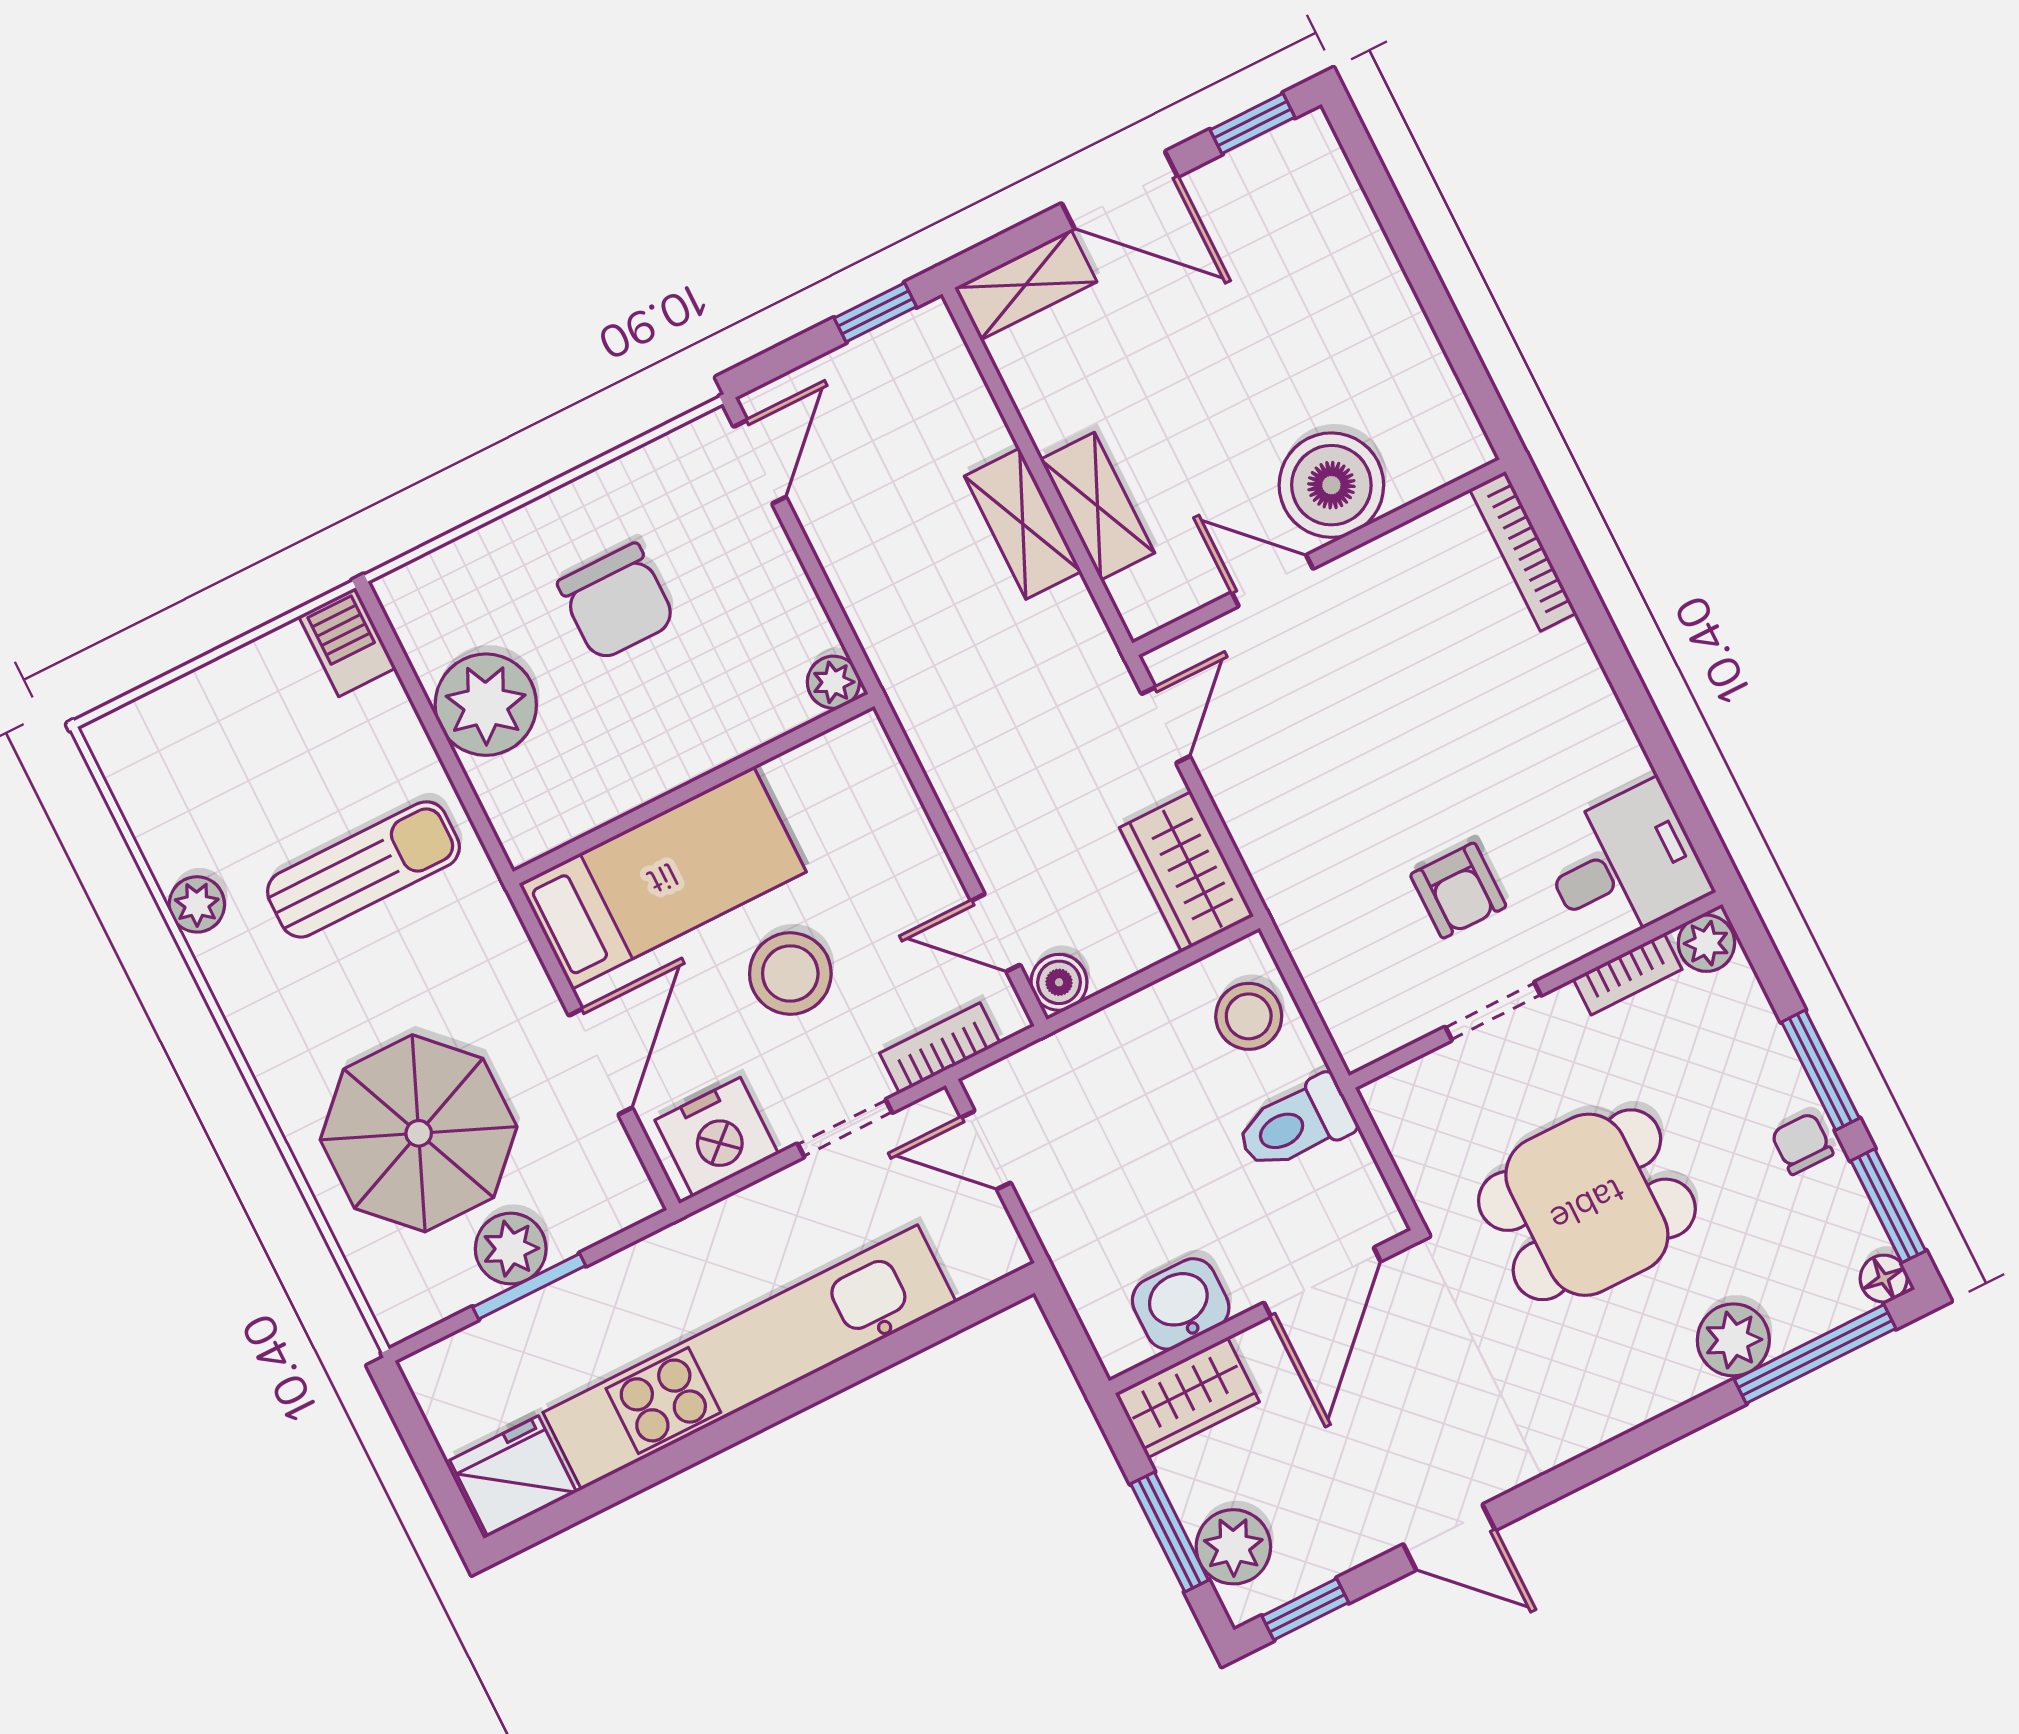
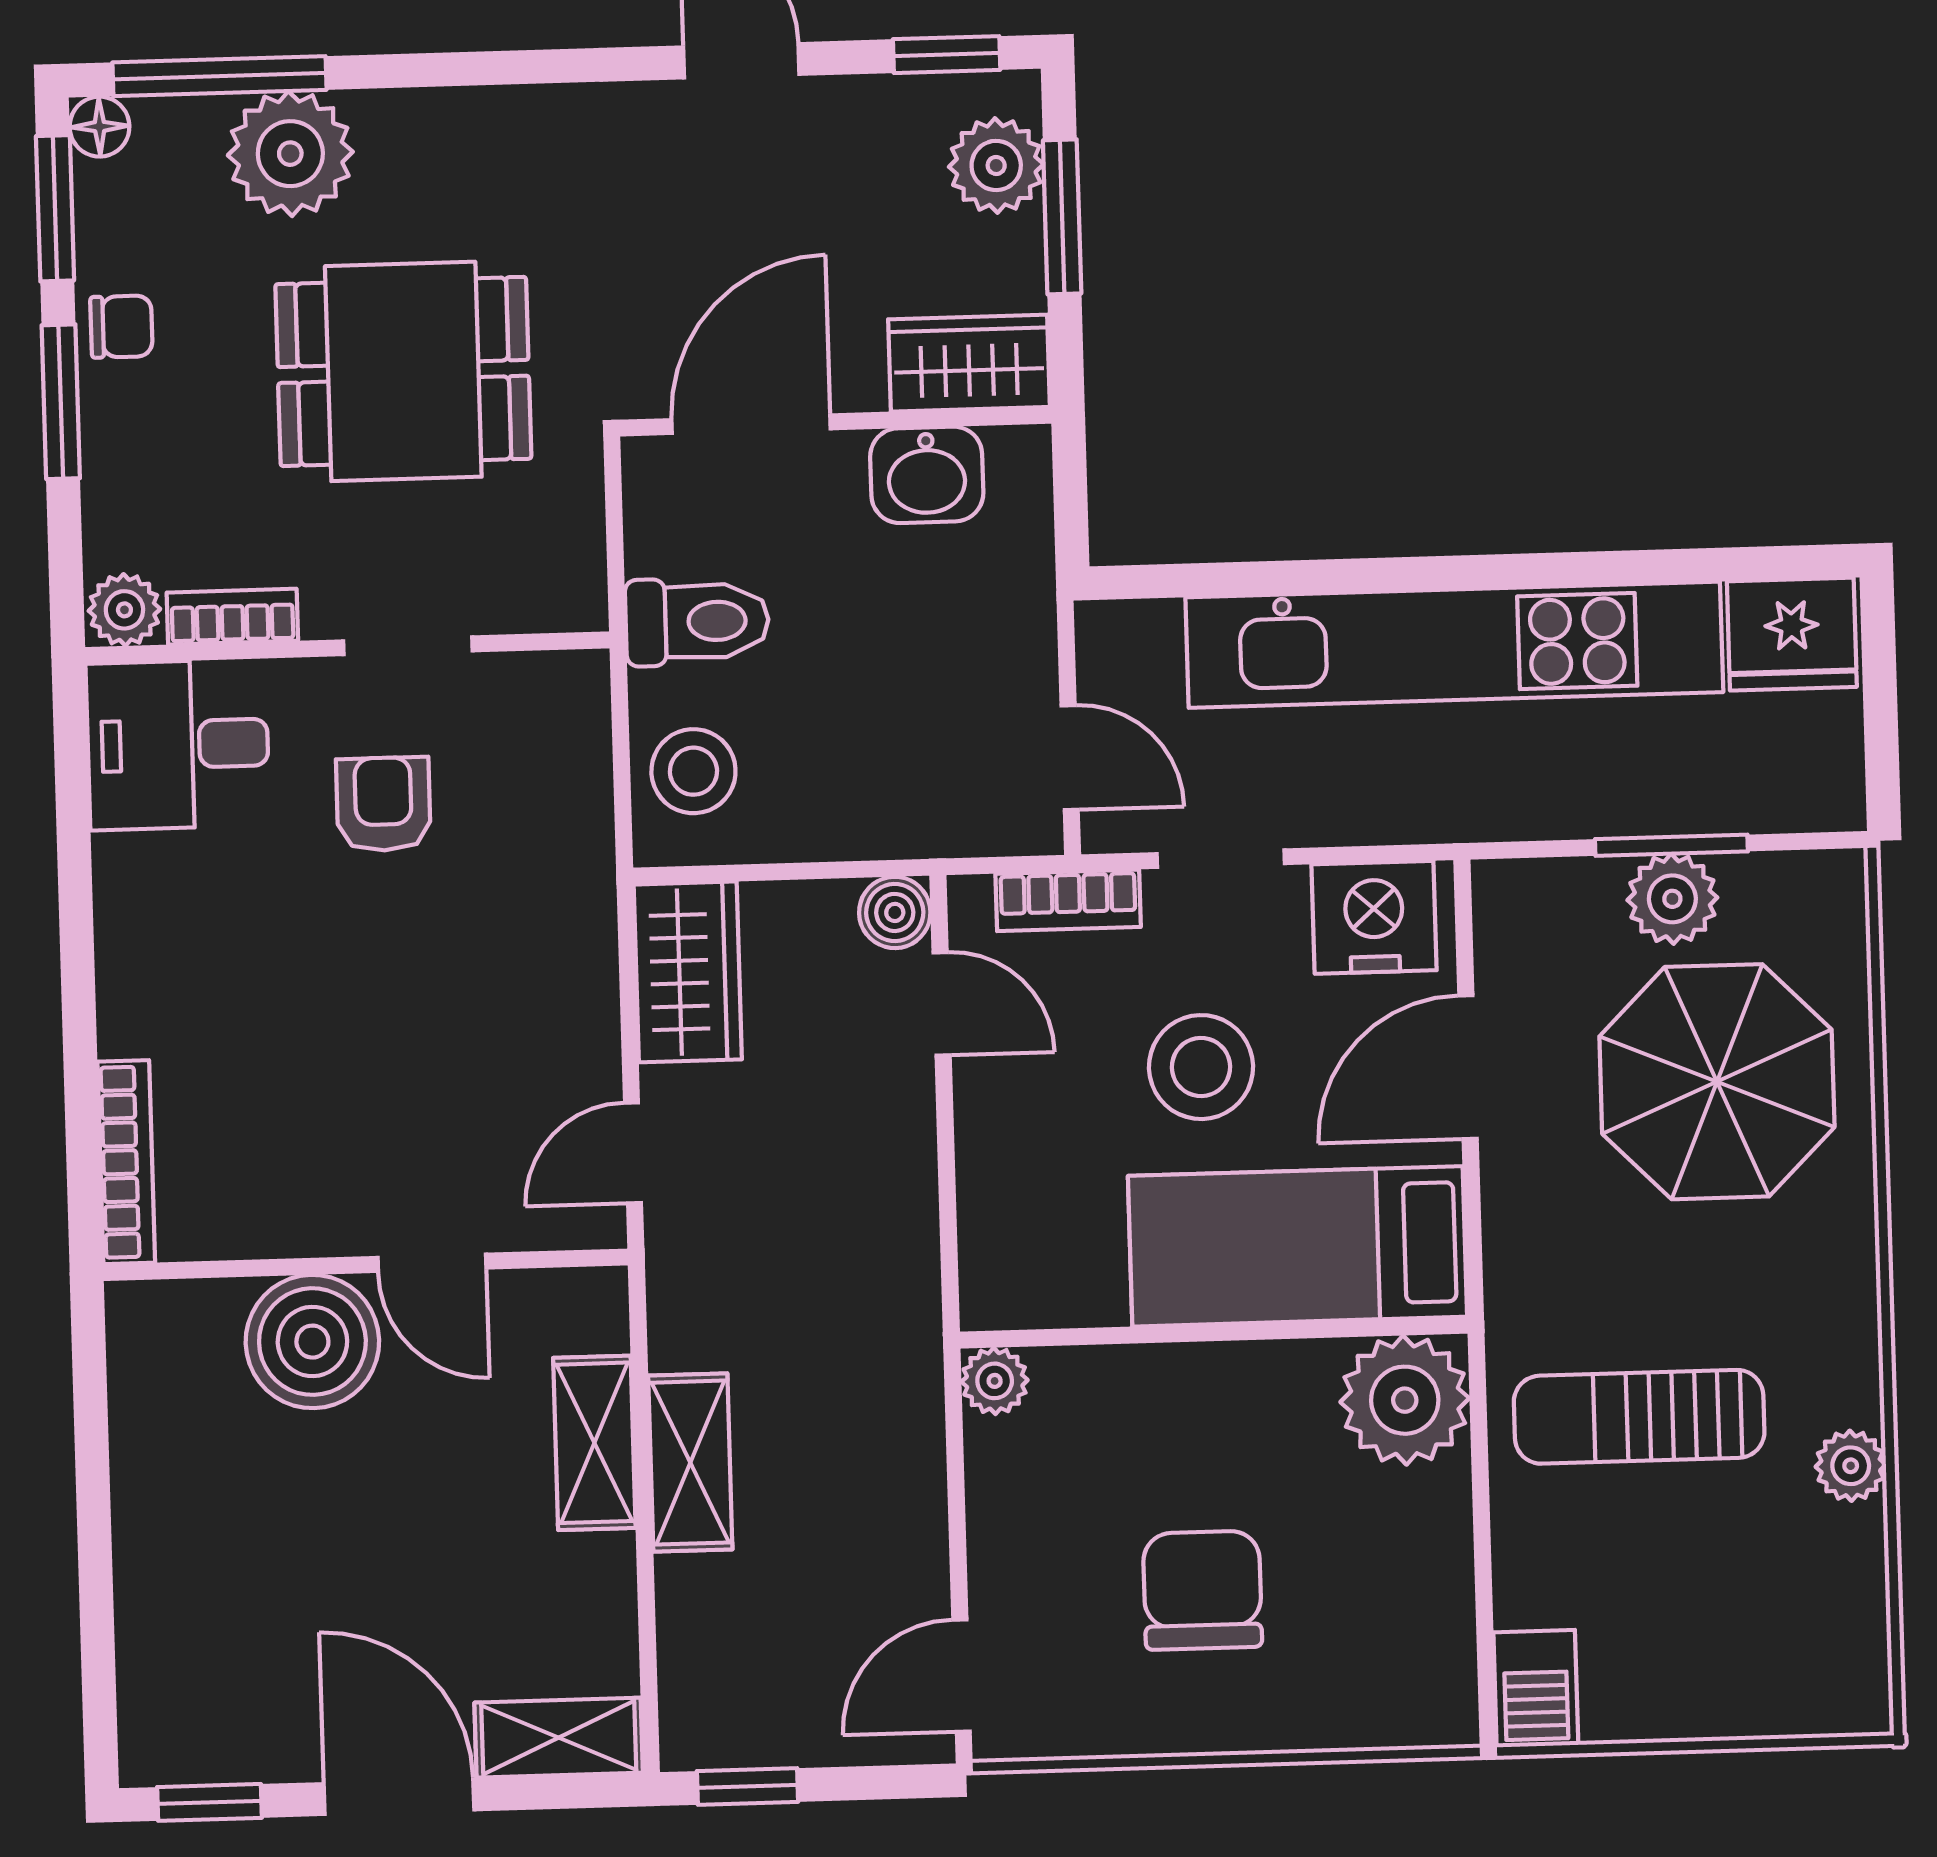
plant: (486, 705) -> (1405, 1400), moved
chair: (1802, 1144) -> (121, 327), turned -90
plant: (1733, 1340) -> (290, 154), width x1.36, depth x1.36

